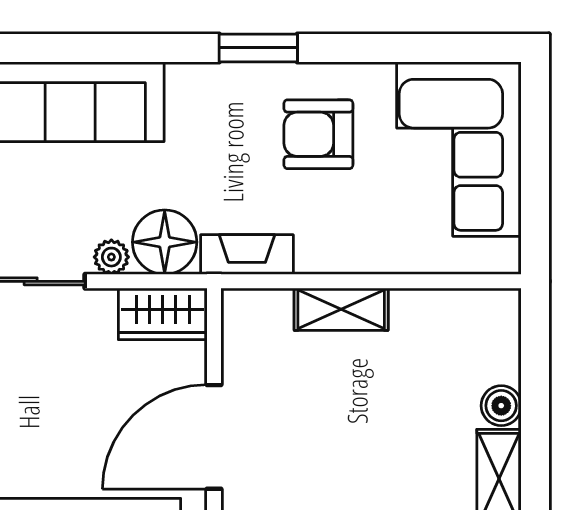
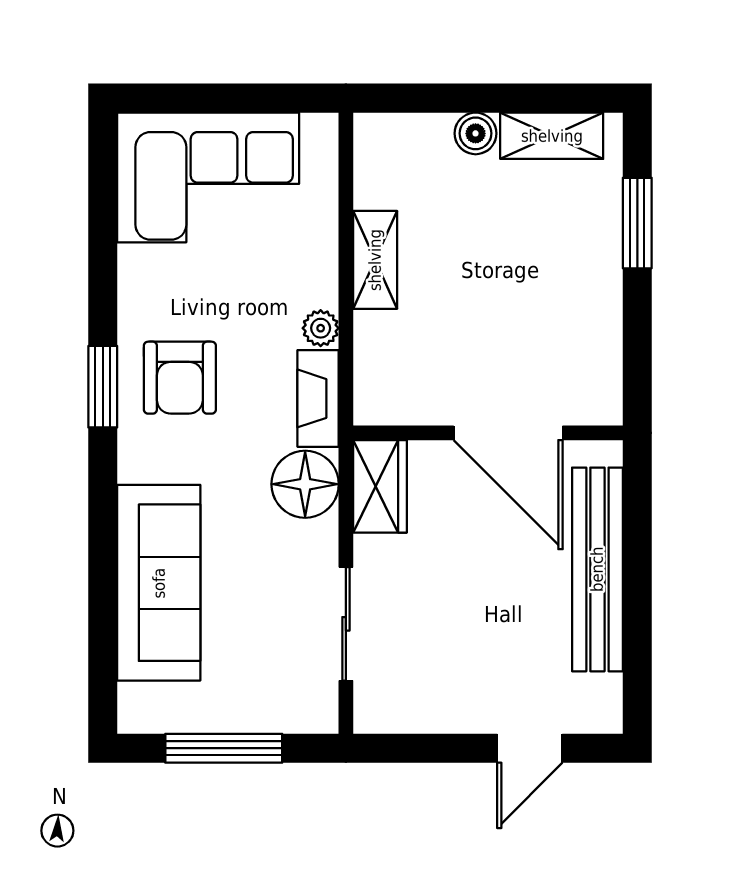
armchair: (318, 134) -> (180, 378), moved
plant: (111, 257) -> (321, 328), moved
shelving: (341, 309) -> (375, 260), moved

